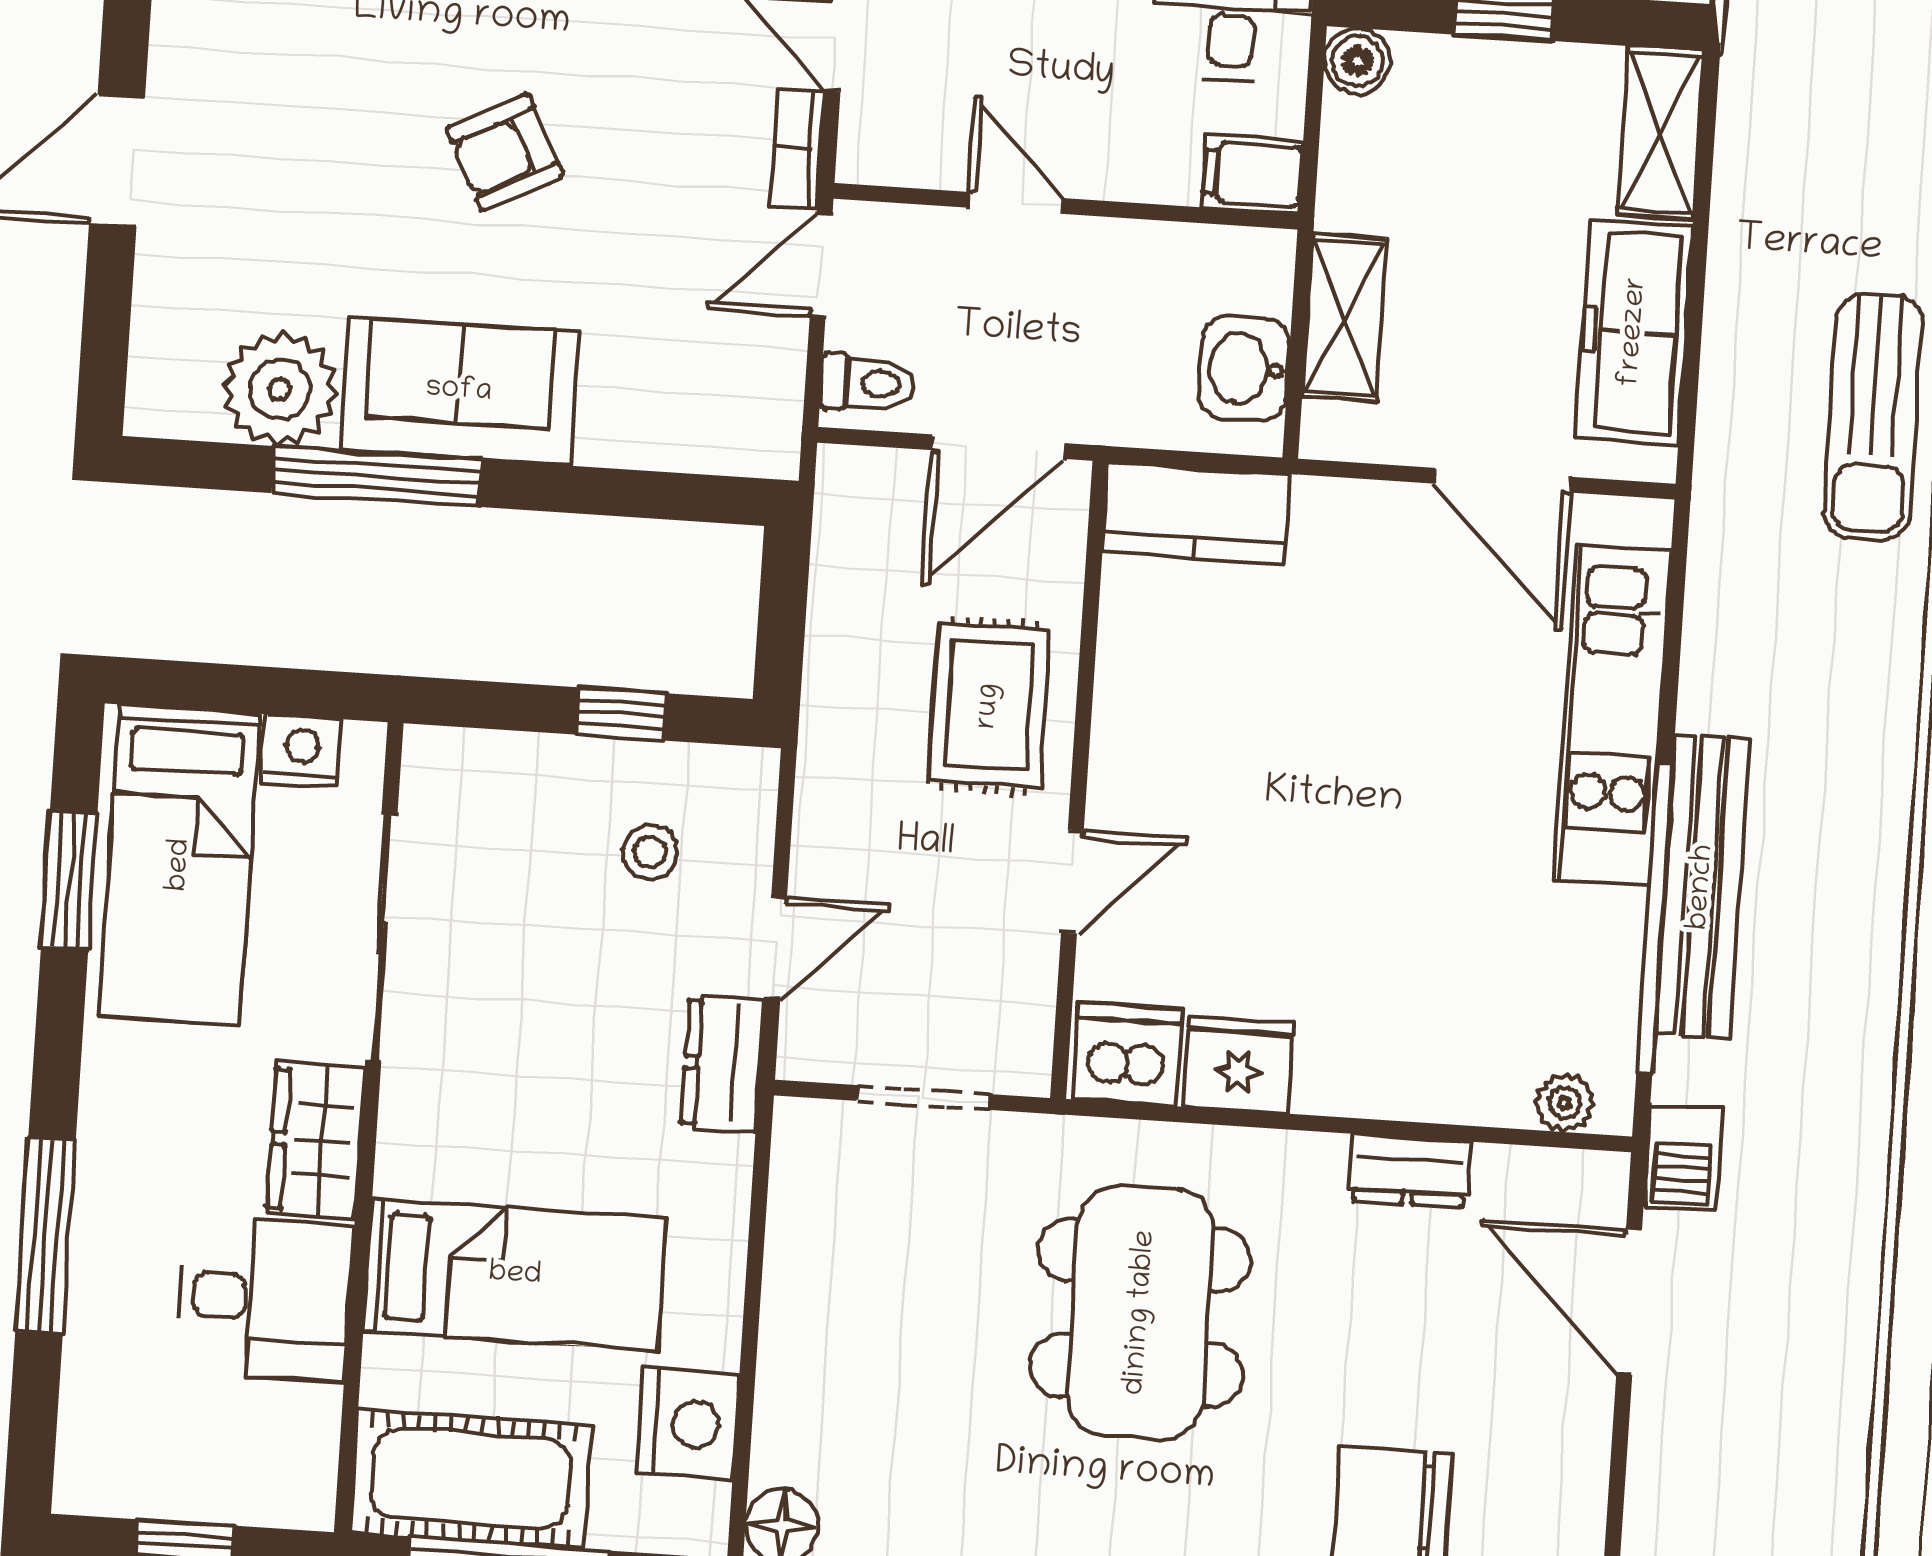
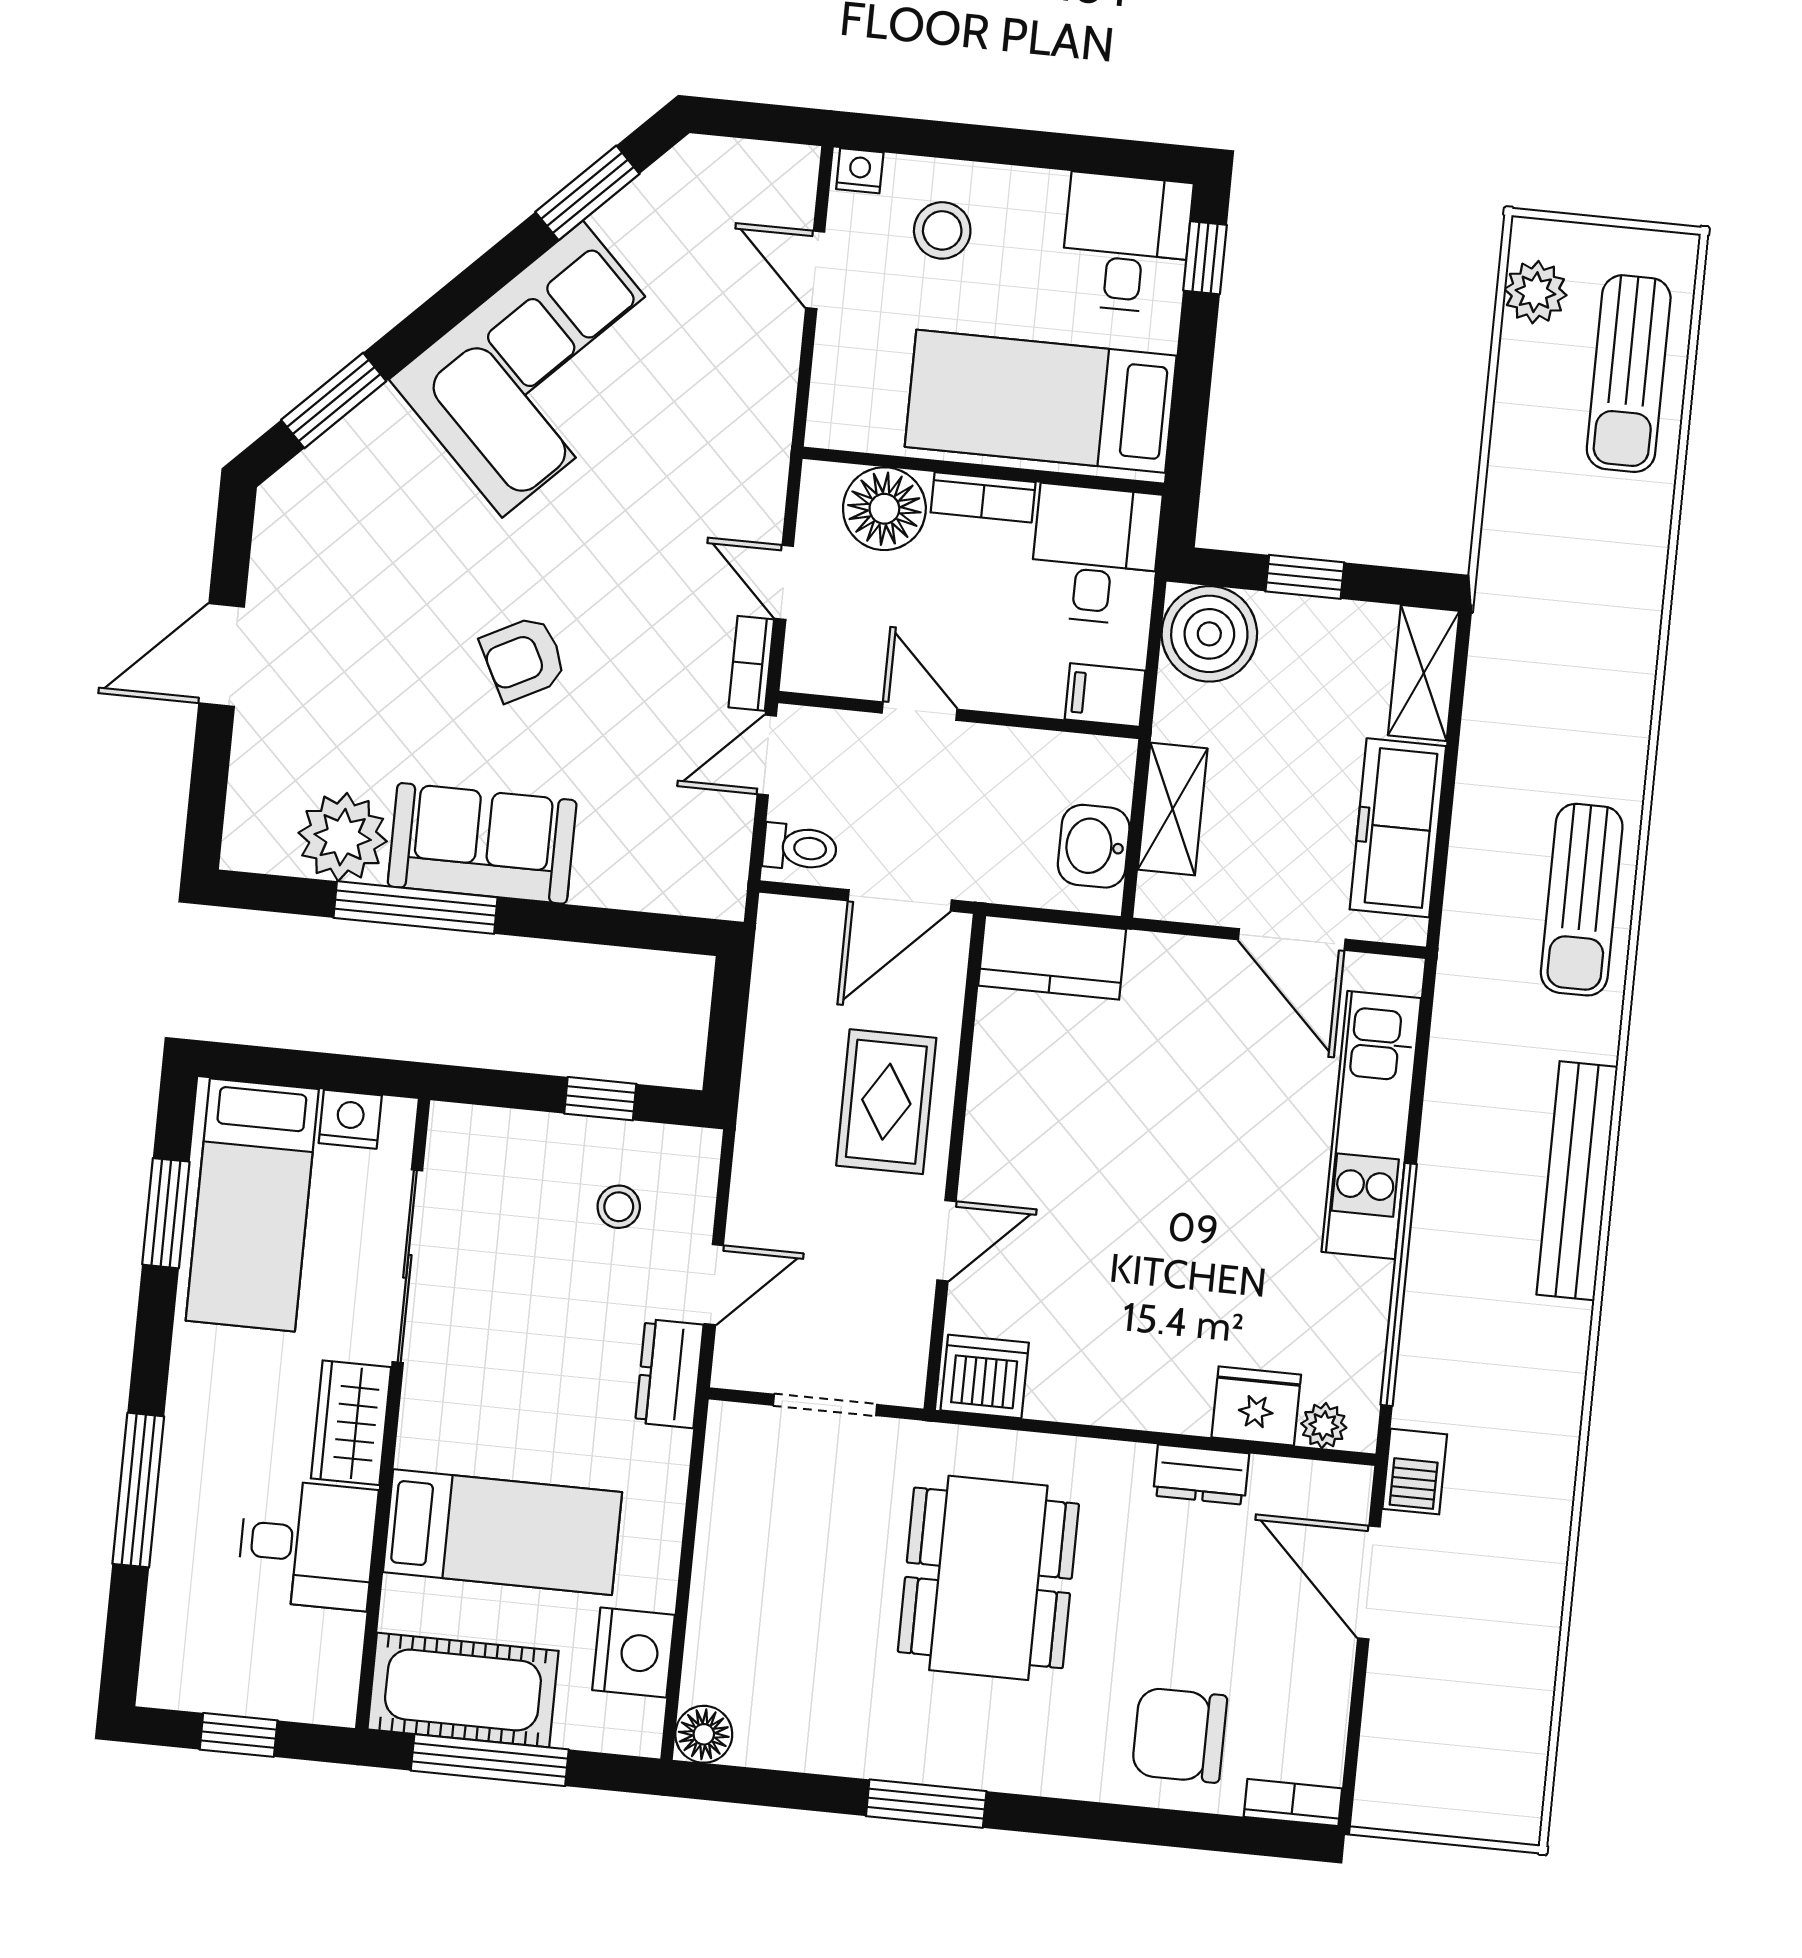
boiler: (1357, 61) -> (1209, 634), width x1.86, depth x1.86
bench: (1702, 887) -> (1577, 1181), moved
fridge: (1238, 1065) -> (1256, 1406), moved

